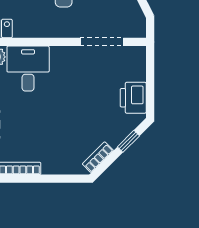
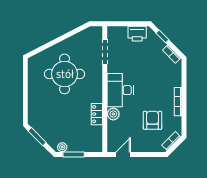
desk: (28, 69) -> (120, 90), width x1.37

